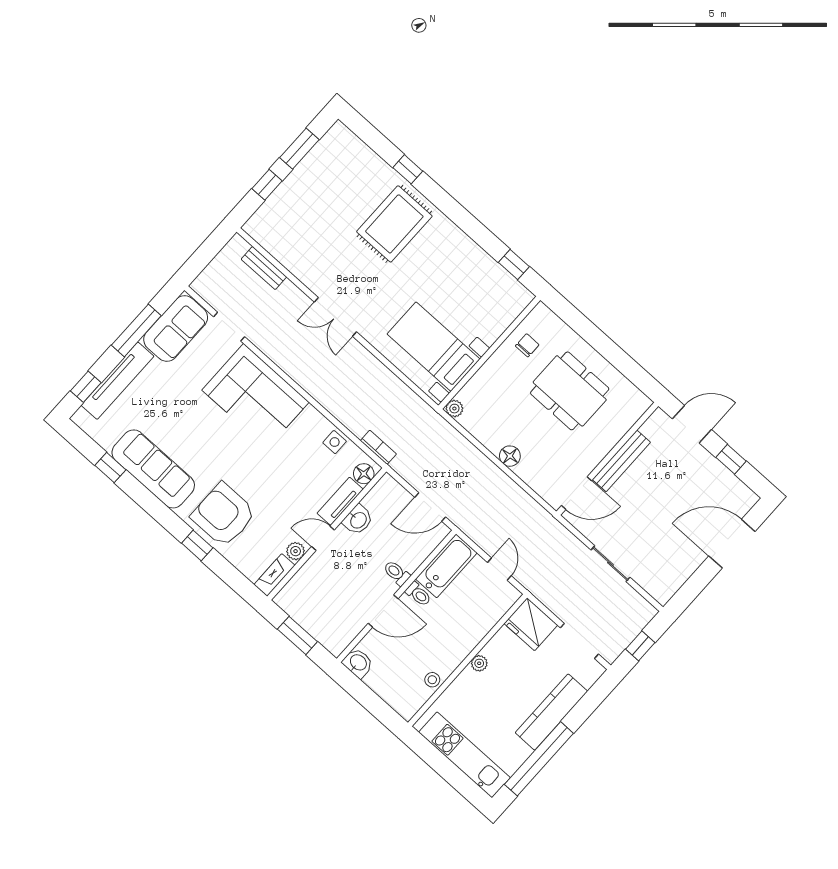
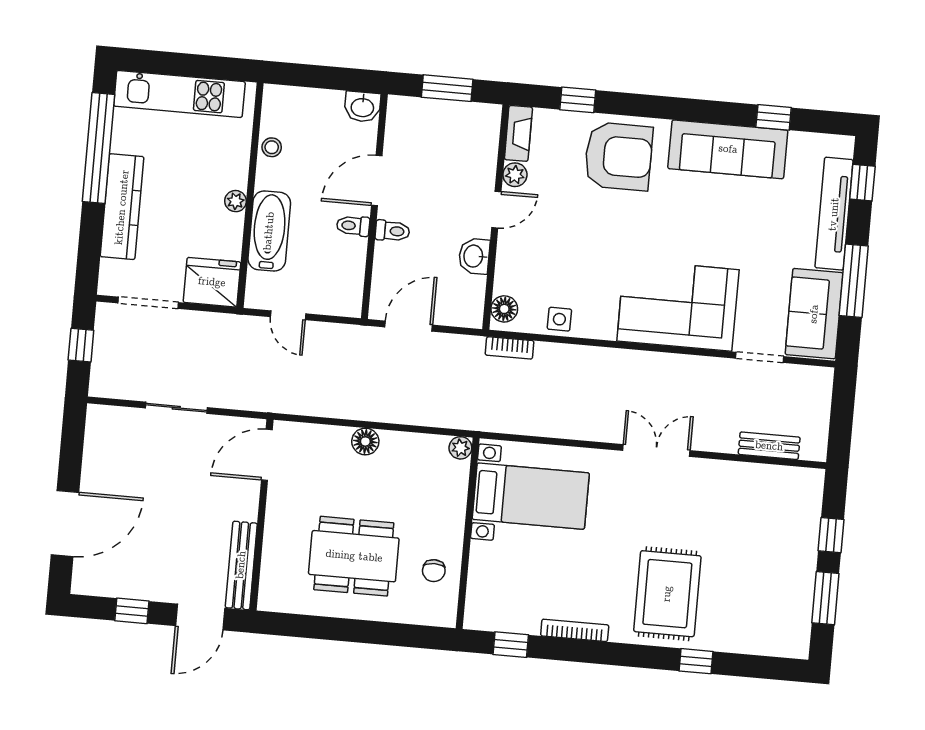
bookcase: (468, 244) -> (575, 630), added
bench: (621, 461) -> (241, 565), moved
tv unit: (340, 501) -> (507, 262), removed
window: (197, 546) -> (578, 100), moved
bathtub: (446, 566) -> (269, 231), moved, turned 180

